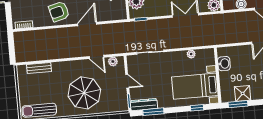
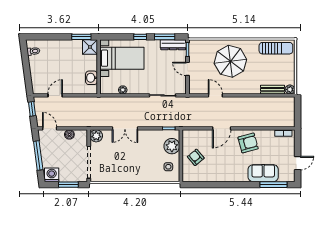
plant: (113, 61) -> (290, 89), moved
shower: (243, 93) -> (90, 47), moved
window: (197, 108) -> (140, 37), moved

